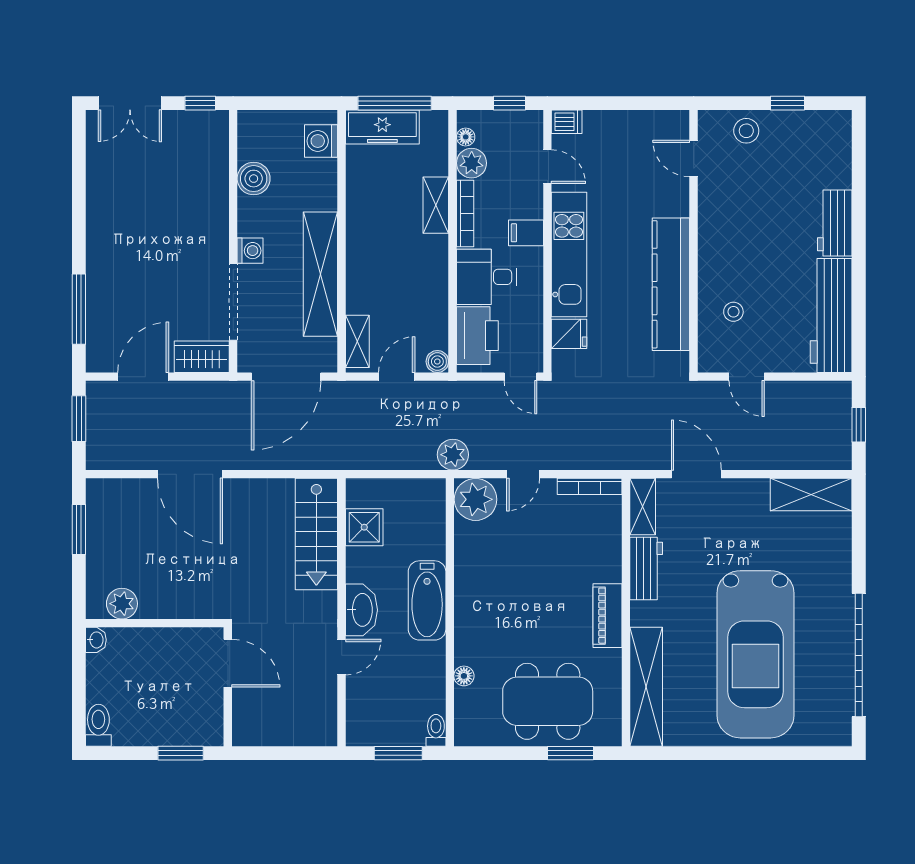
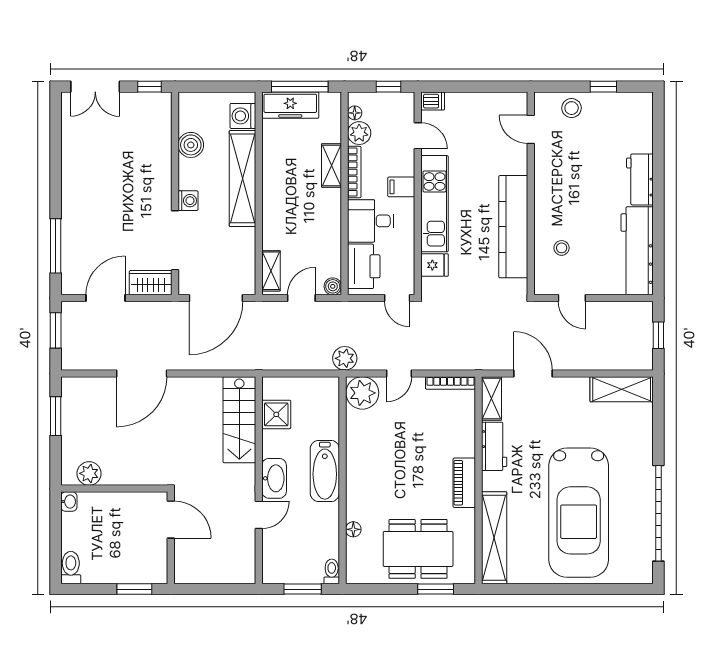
shelving: (320, 274) -> (242, 178), moved
door: (190, 474) -> (142, 373), hinge flipped

